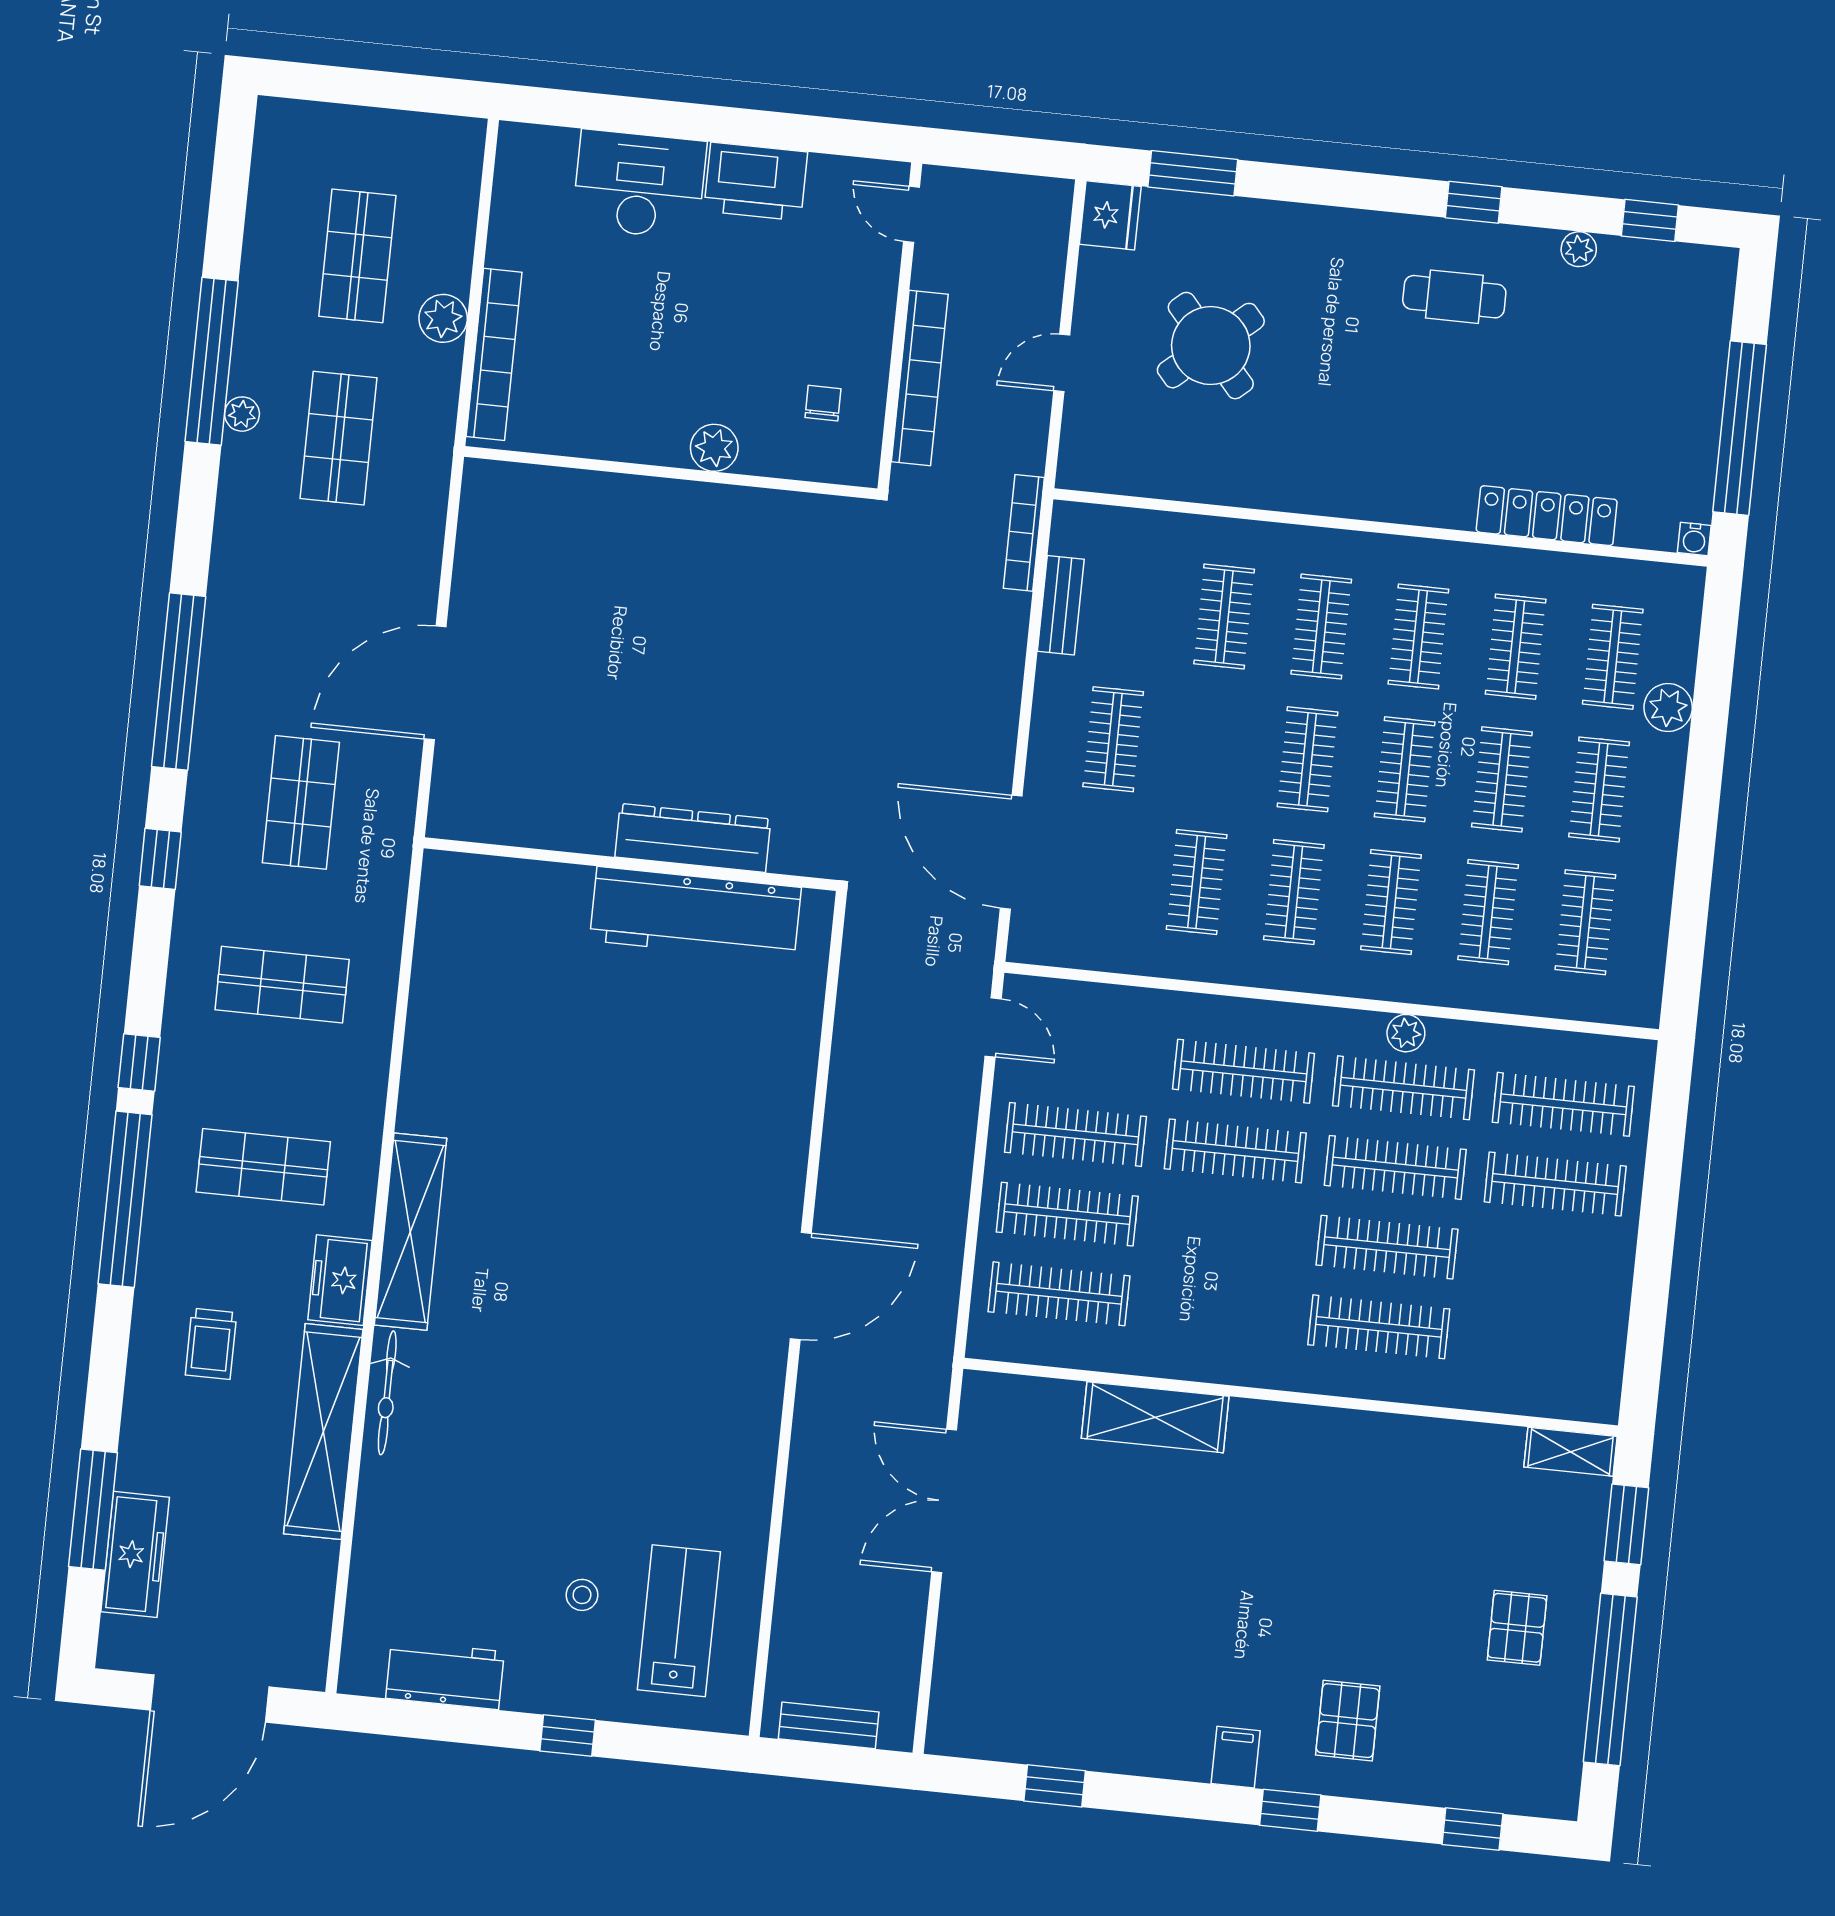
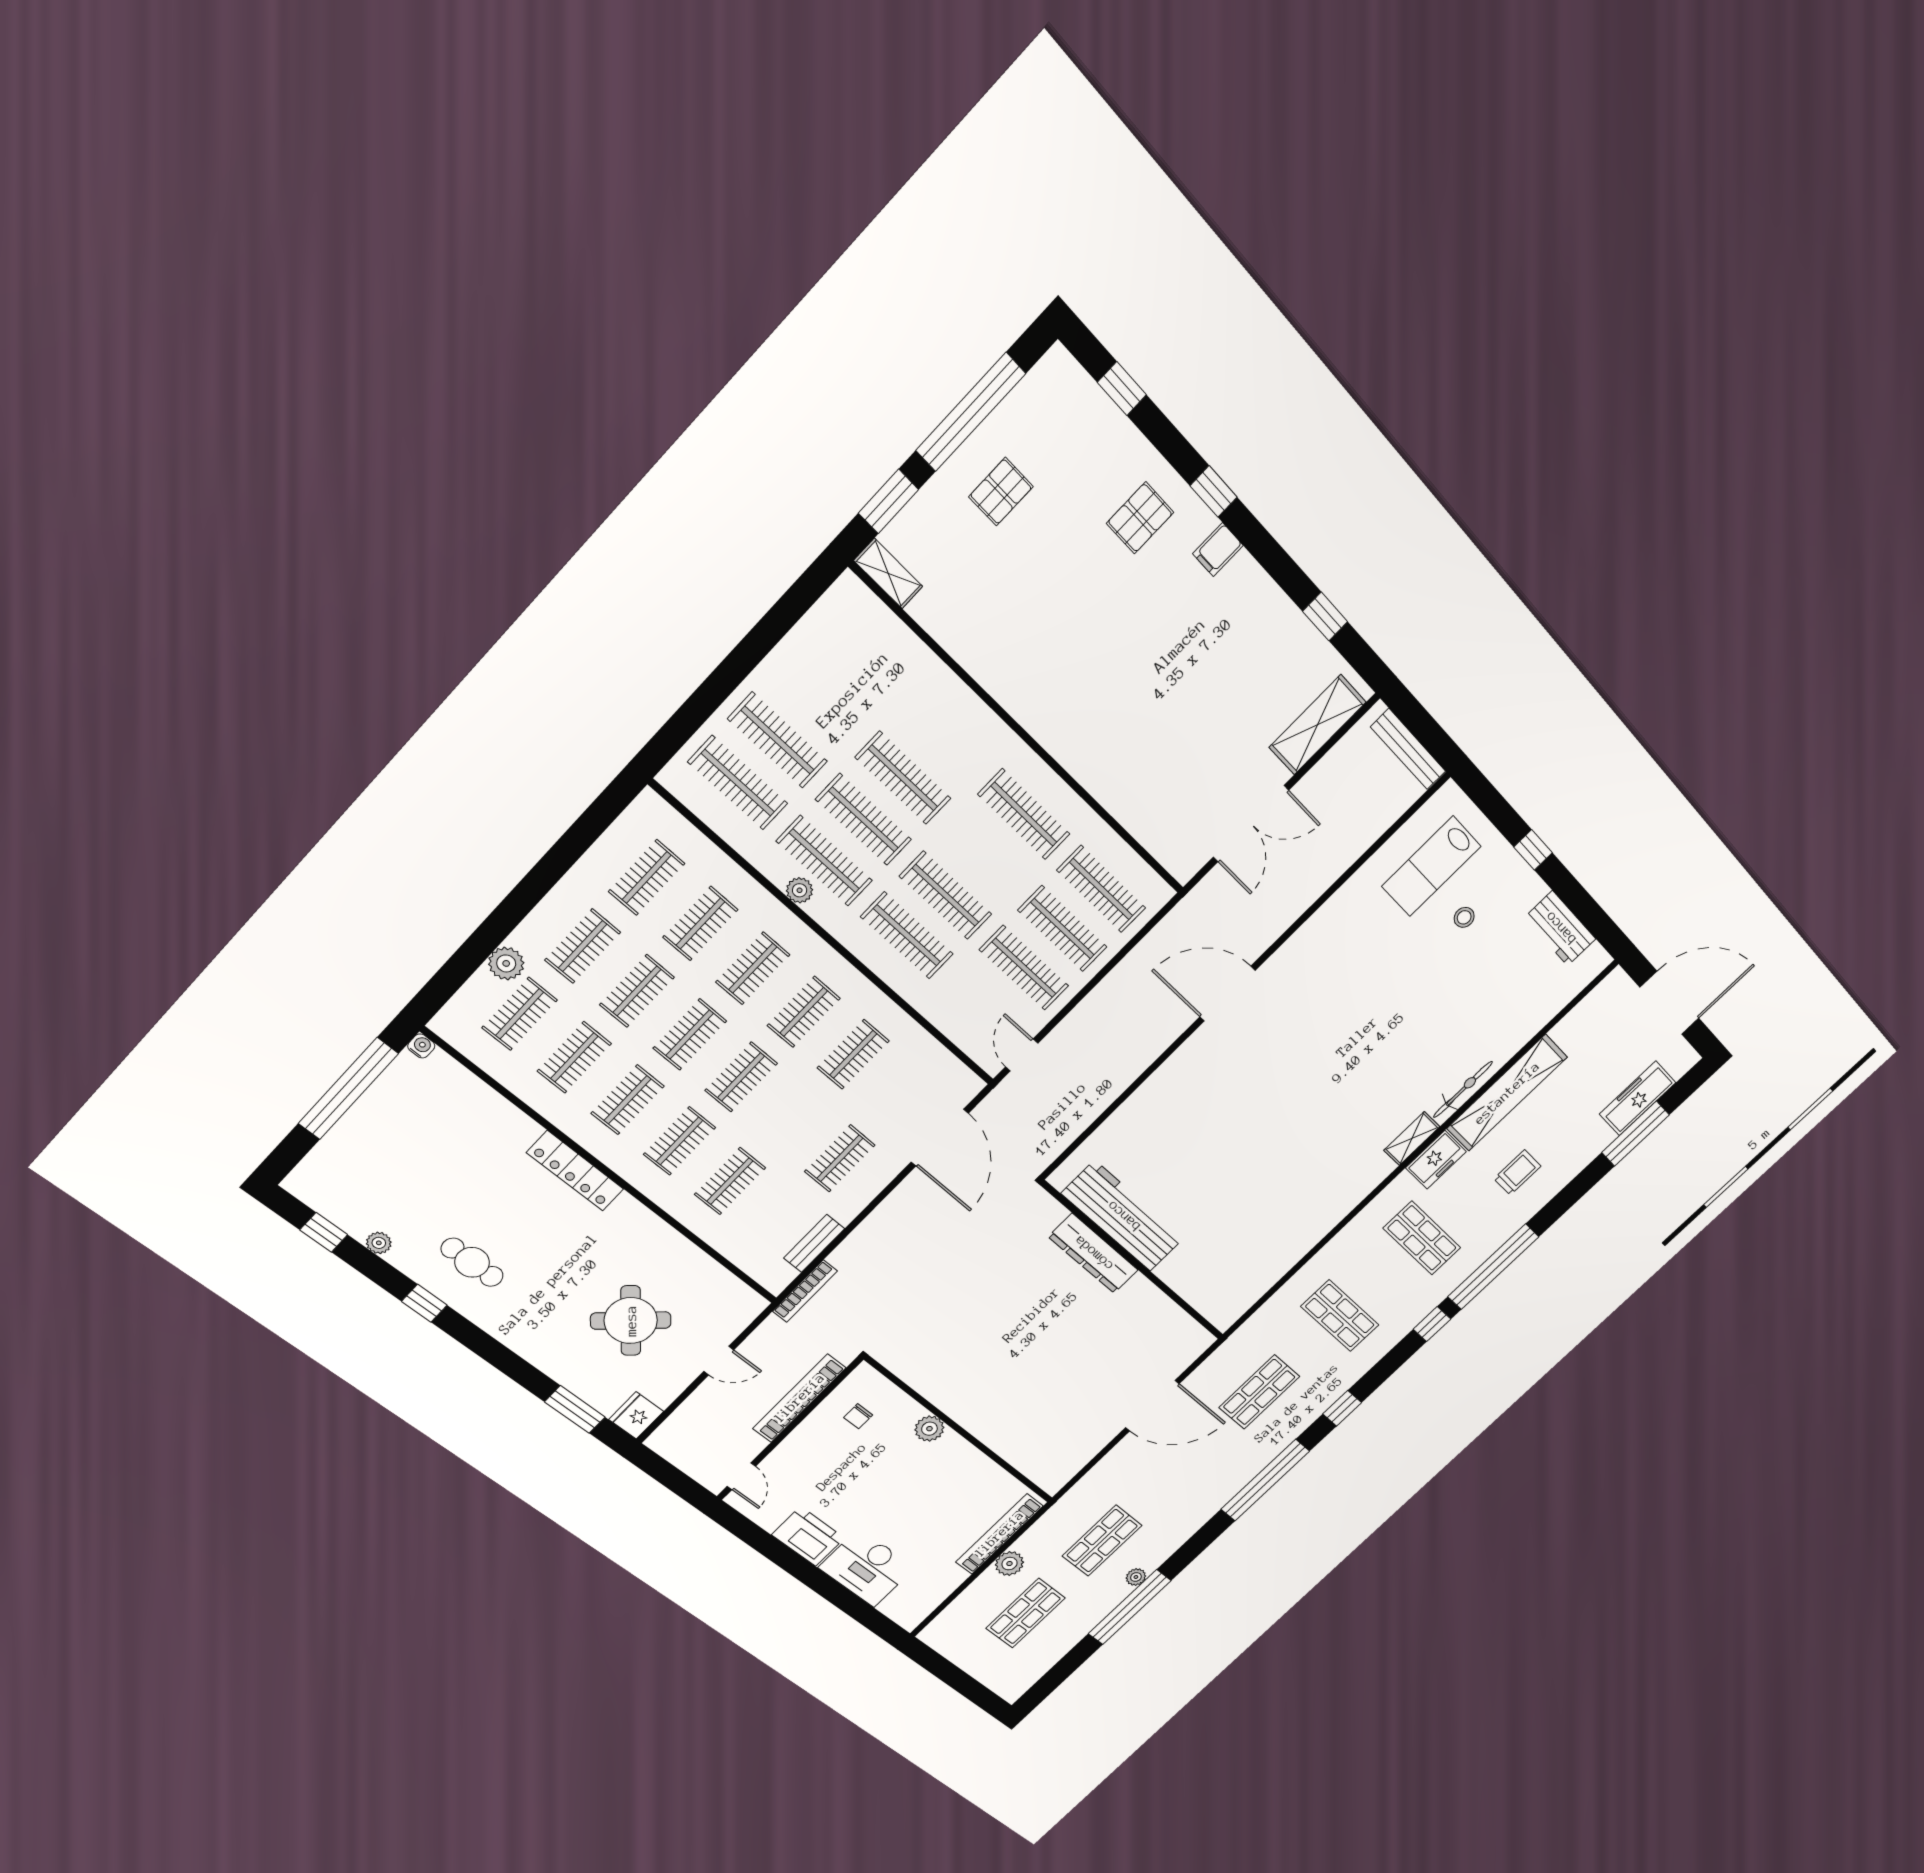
locker: (1547, 516) -> (575, 1171), moved
shelving: (410, 1232) -> (1412, 1138), width x0.45, depth x0.75
clothes rail: (1379, 1327) -> (1024, 814), moved
shelving: (1155, 1417) -> (1317, 725), moved, turned 90
bench: (829, 1725) -> (1408, 749), width x1.36

